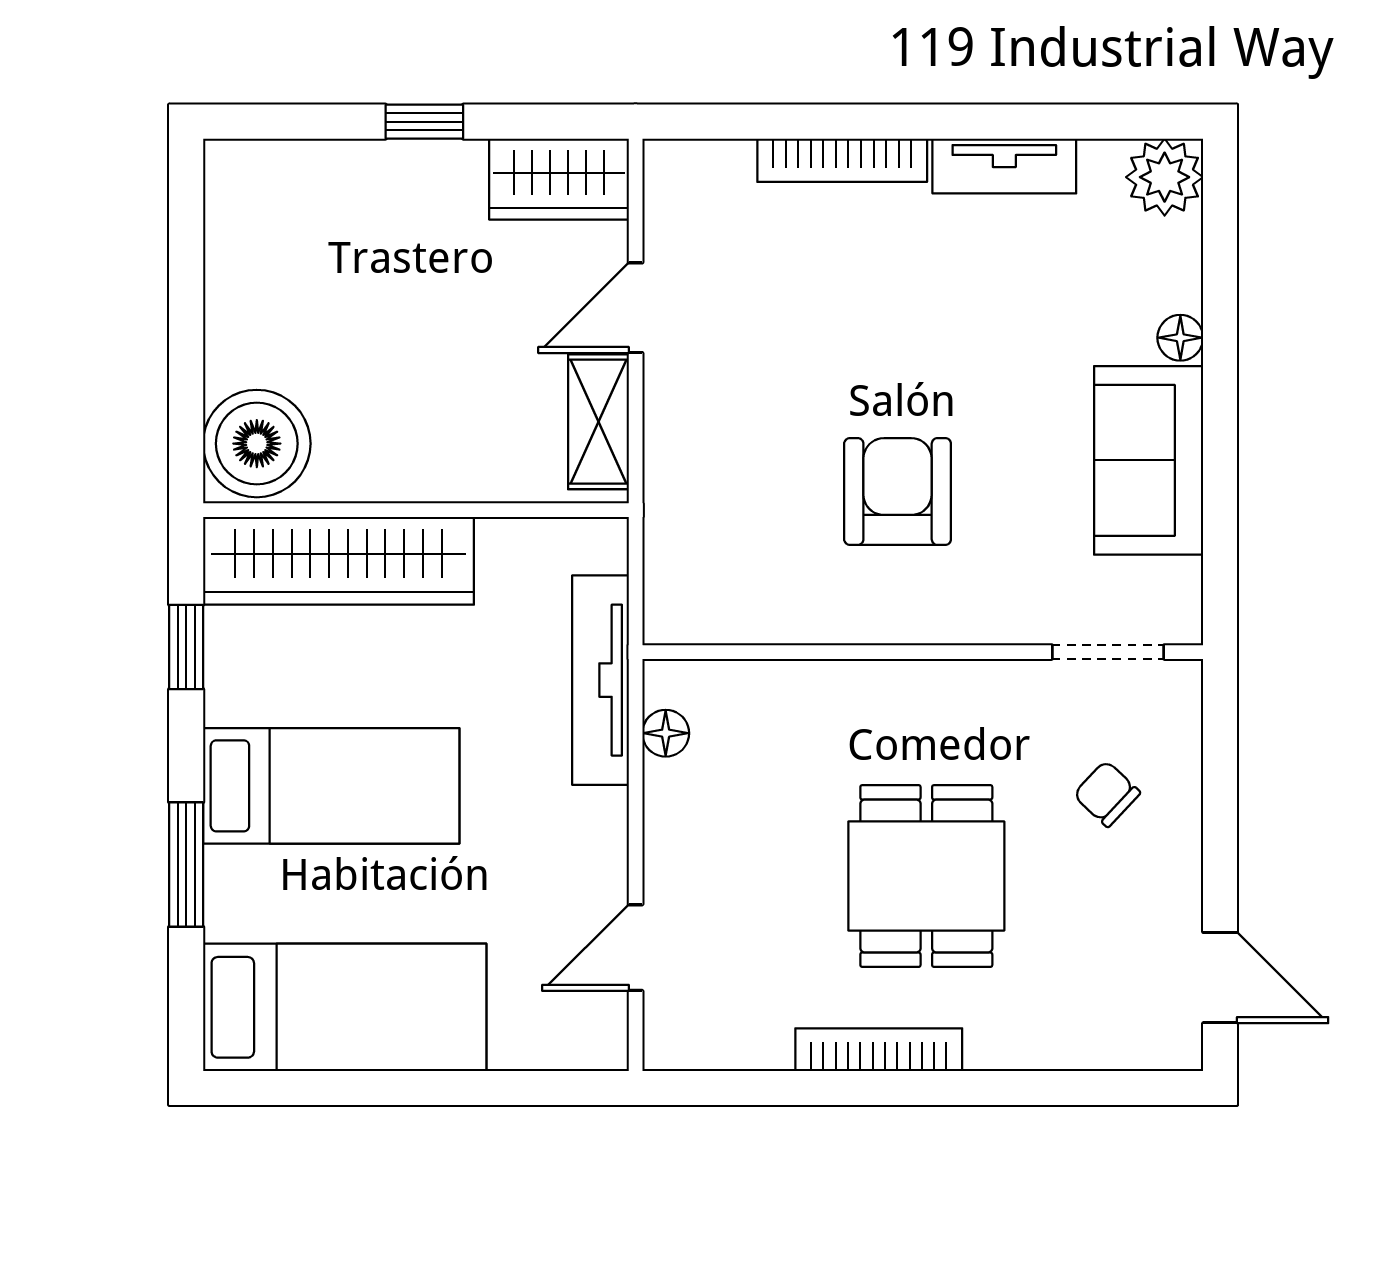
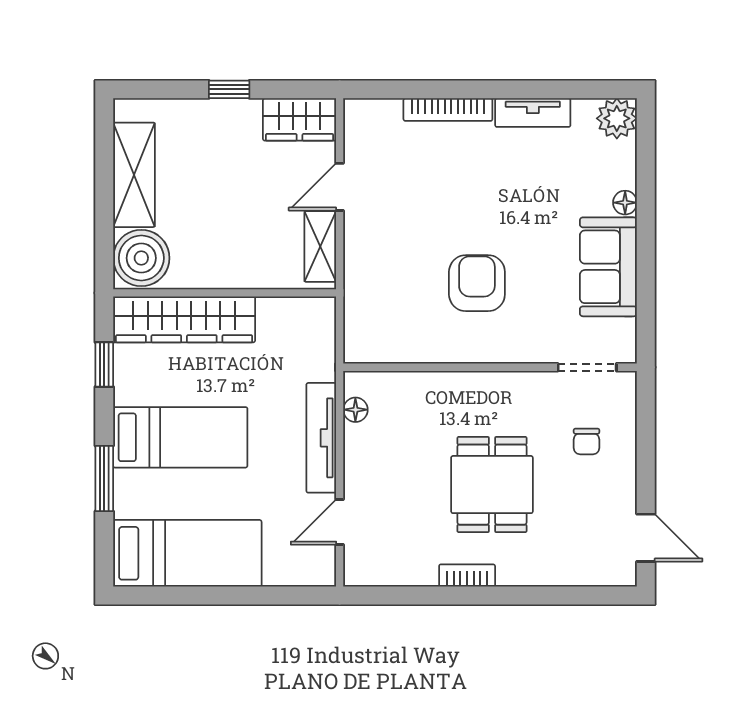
shelving: (243, 285) -> (134, 175), added
tv unit: (600, 680) -> (321, 438), moved
chair: (1107, 794) -> (587, 441), turned -133
bookcase: (879, 1050) -> (467, 576), width x0.64

